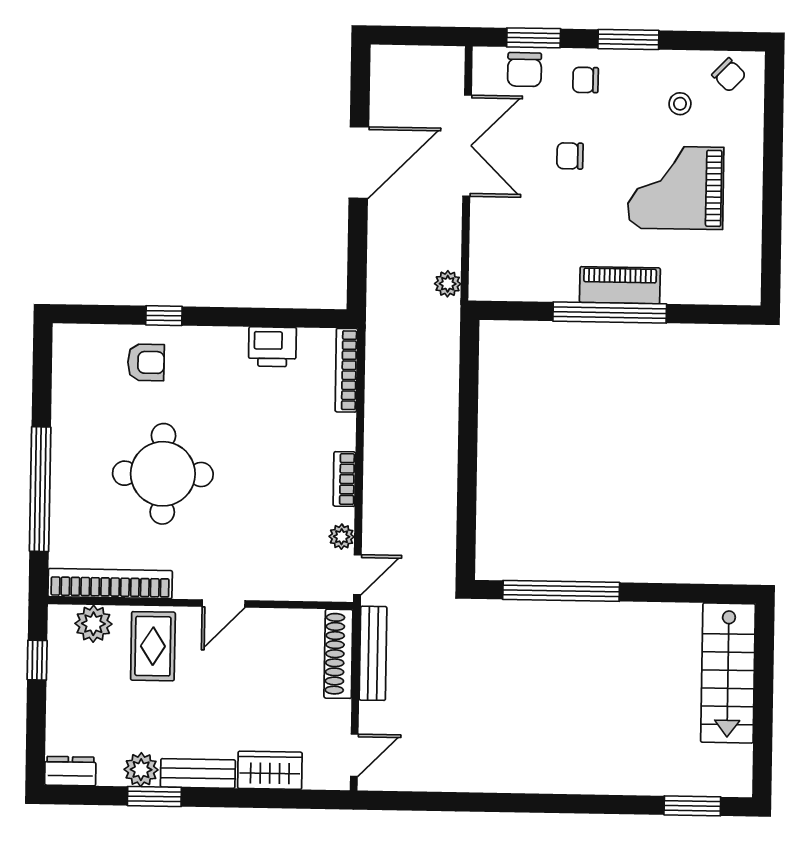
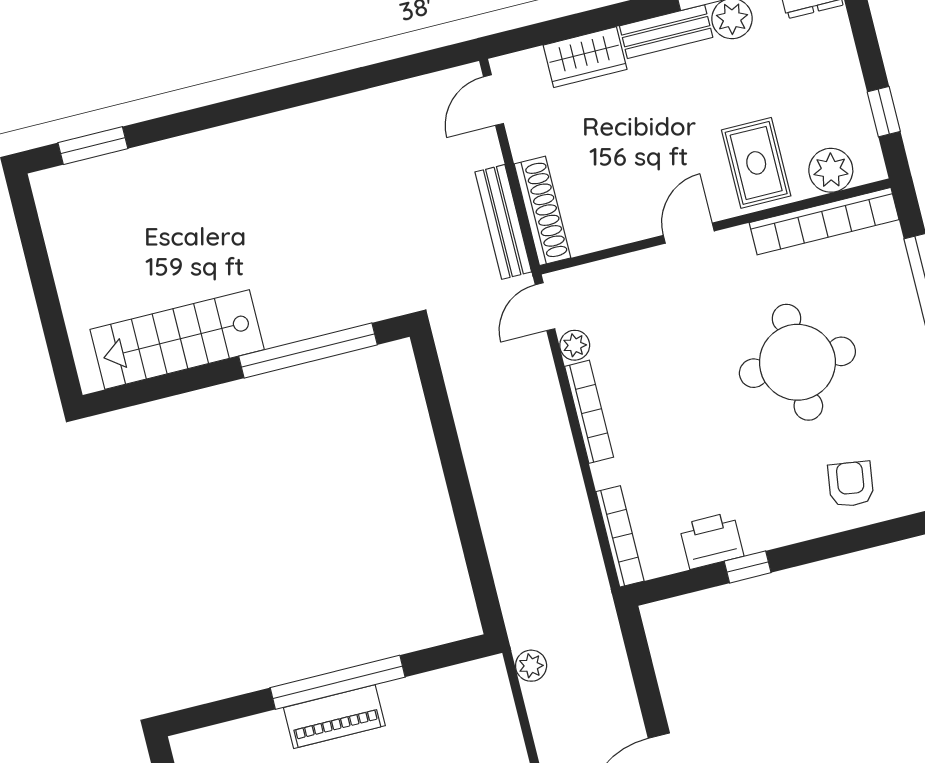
window: (164, 316) -> (748, 567), moved
armchair: (146, 362) -> (851, 484), turned 98
bookcase: (344, 479) -> (589, 412), width x1.56
stairs: (728, 673) -> (177, 340), moved, turned -90

